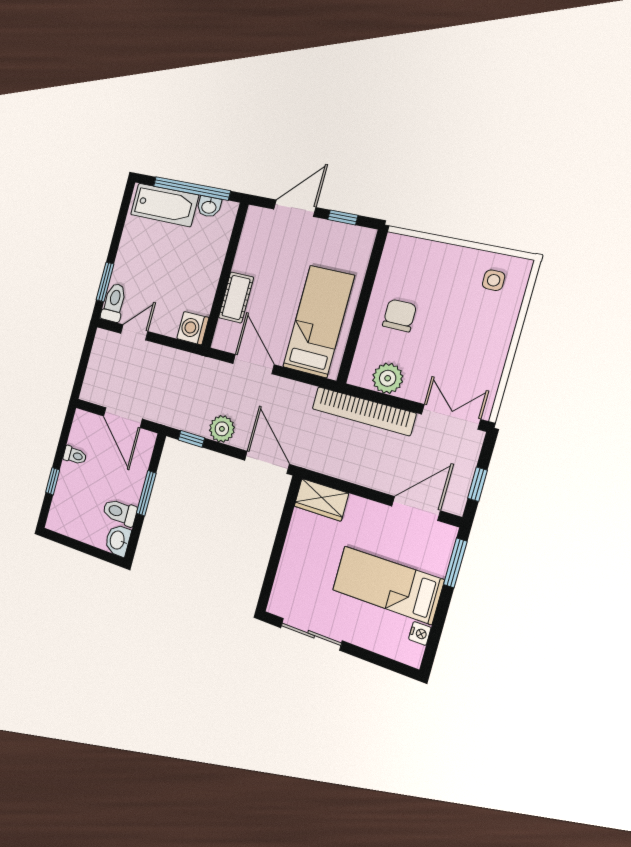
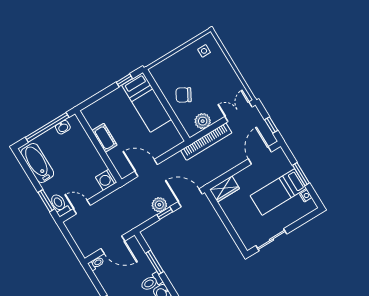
bathtub: (164, 205) -> (37, 163), moved, turned -90
door: (295, 208) -> (101, 95), removed
cot: (236, 297) -> (104, 138), moved
chair: (399, 315) -> (184, 95), turned -61
bed: (319, 321) -> (147, 102), moved, turned 180
door: (134, 332) -> (82, 207), hinge flipped
window: (191, 439) -> (165, 213), moved
toilet: (75, 455) -> (96, 263), moved
window: (455, 563) -> (301, 174), moved

